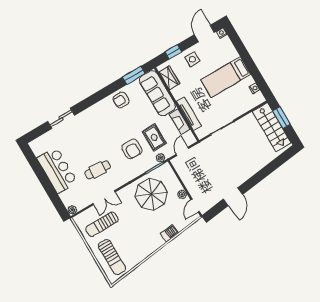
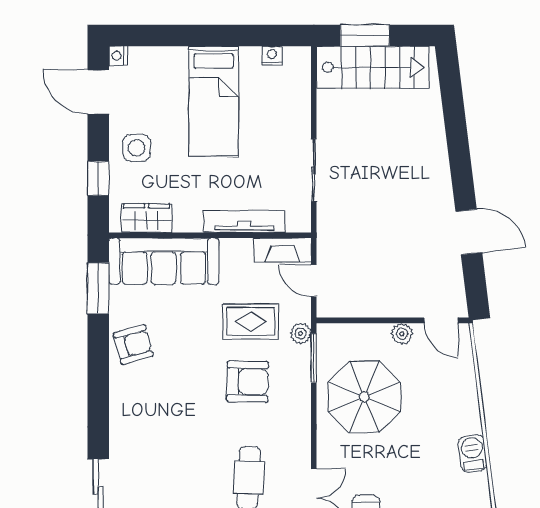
armchair: (121, 100) -> (133, 344), turned -105
fireplace: (180, 122) -> (283, 250), moved
barbecue: (169, 233) -> (473, 453), moved

